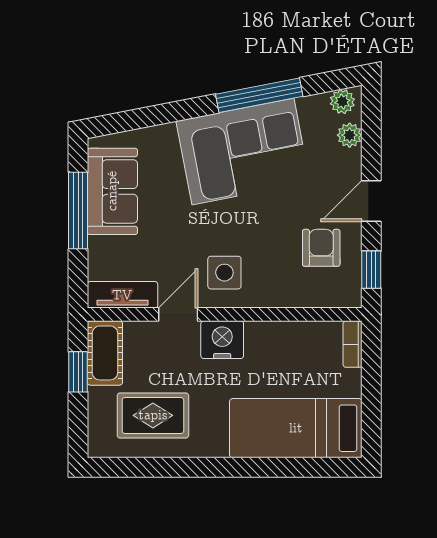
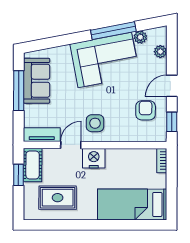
plant: (342, 102) -> (140, 37), moved

